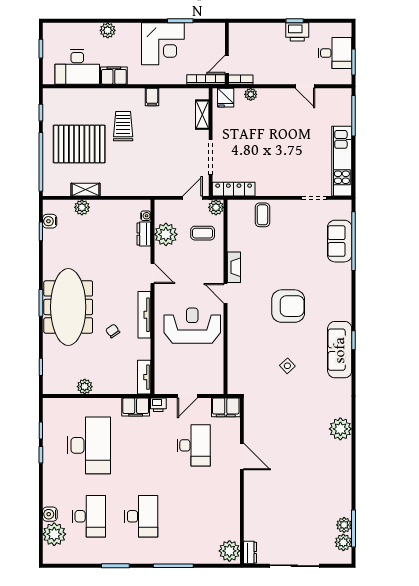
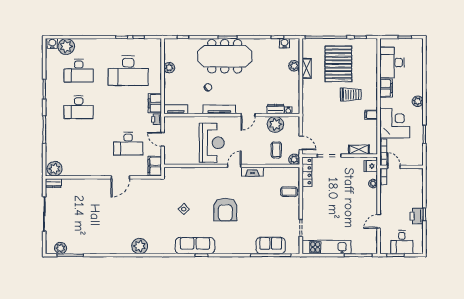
plant: (108, 30) -> (418, 101), moved
corner desk: (163, 44) -> (395, 123), moved, turned 180
water cooler: (50, 514) -> (52, 43), moved
plant: (344, 525) -> (73, 249), removed

